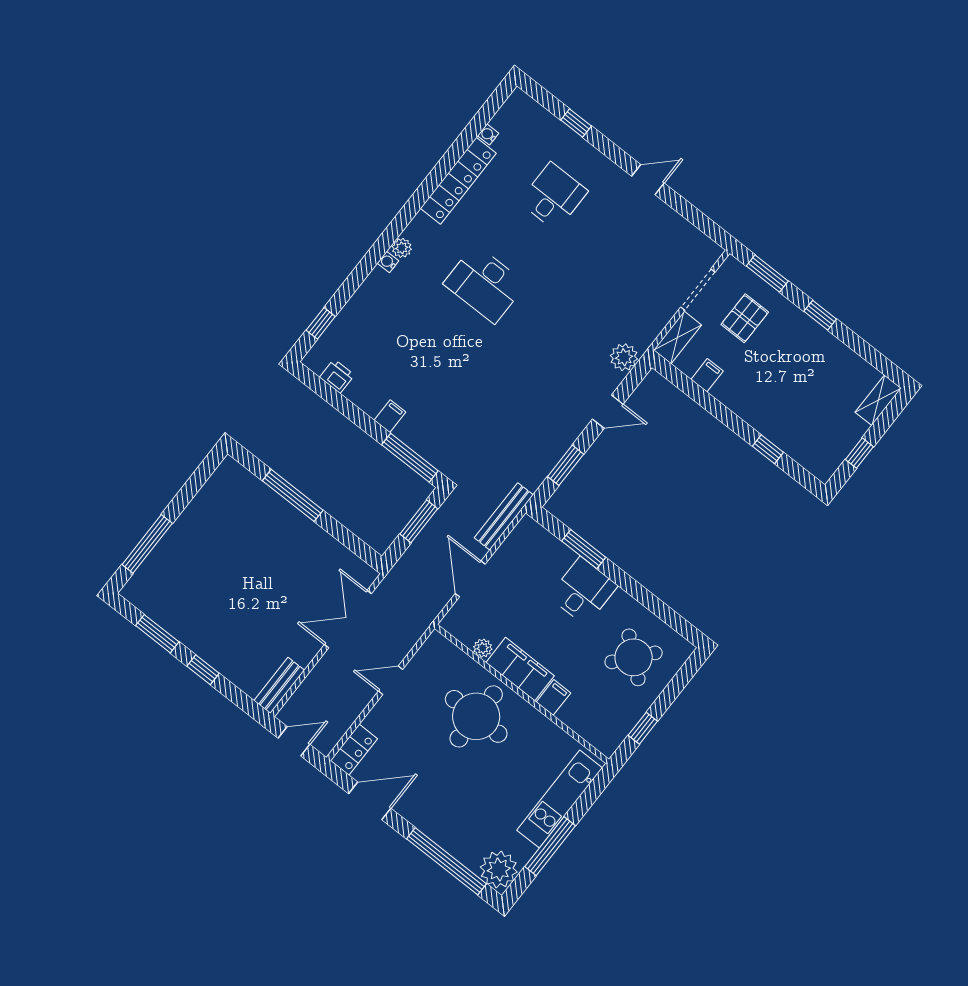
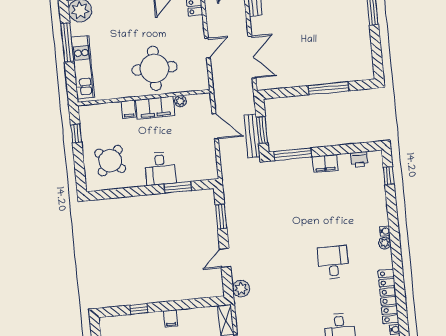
desk: (485, 284) -> (333, 262), width x0.73
filing cabinet: (707, 375) -> (171, 318), moved
filing cabinet: (390, 416) -> (325, 164), width x2.00
bench: (504, 516) -> (252, 136), moved

